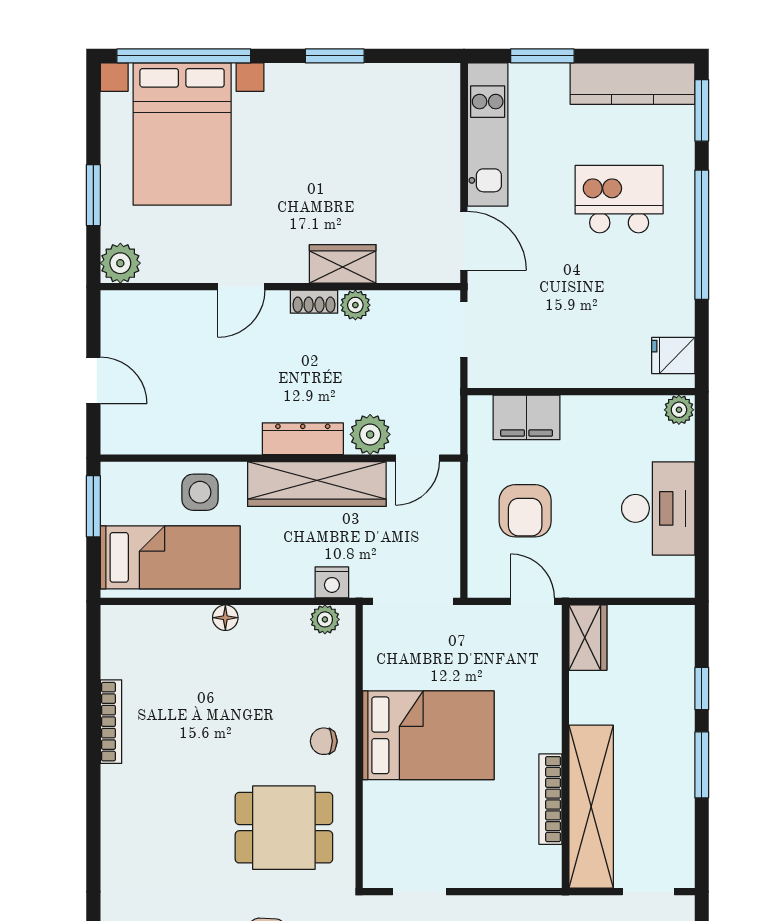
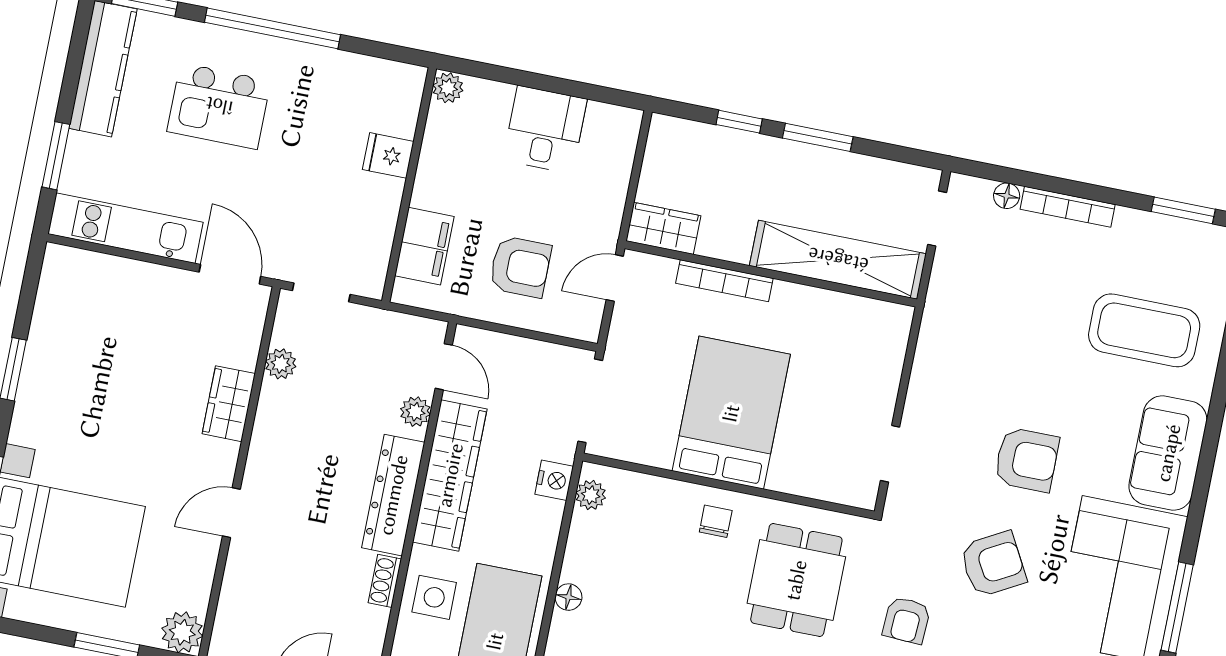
kitchen island: (619, 199) -> (219, 106), turned -90
door: (464, 241) -> (230, 274), hinge flipped
door: (241, 287) -> (231, 513), swing flipped
shoe rack: (314, 302) -> (385, 581), moved, turned 180
plant: (355, 305) -> (281, 364), moved
fridge: (673, 356) -> (388, 155), moved, turned 90
plant: (370, 434) -> (415, 412), width x0.73, depth x0.73
dresser: (303, 439) -> (393, 495), width x1.37, depth x1.24
desk: (658, 508) -> (545, 130), width x0.73
chair: (324, 741) -> (716, 521), turned 180
bookcase: (550, 799) -> (724, 281), moved

